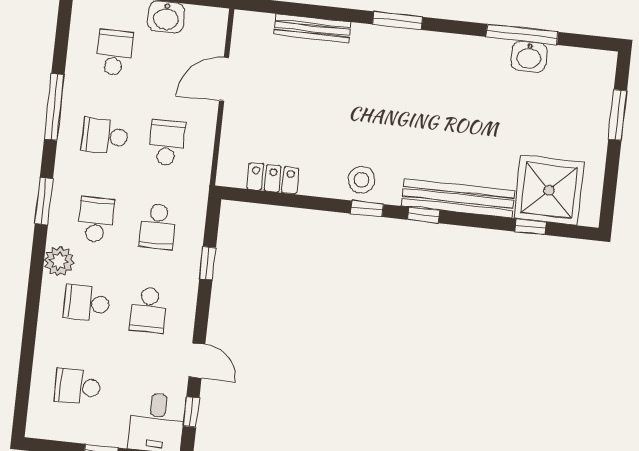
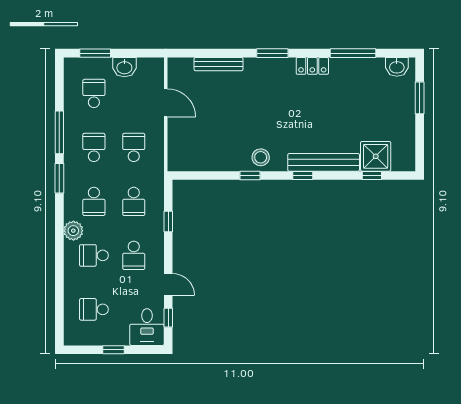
washbasin: (529, 57) -> (397, 67), moved
door: (224, 79) -> (166, 103), swing flipped
school desk: (105, 136) -> (94, 147), turned 90
locker: (273, 178) -> (312, 66), moved, turned 180
shower: (549, 190) -> (376, 156), width x0.73, depth x0.73
window: (44, 201) -> (59, 178), moved
window: (367, 209) -> (250, 175), moved
school desk: (96, 220) -> (94, 201), turned 180

